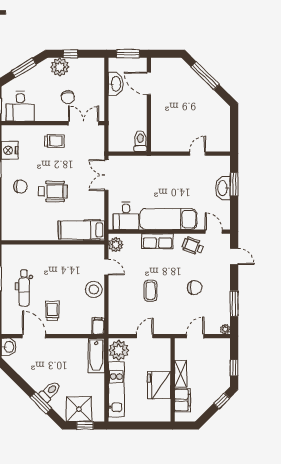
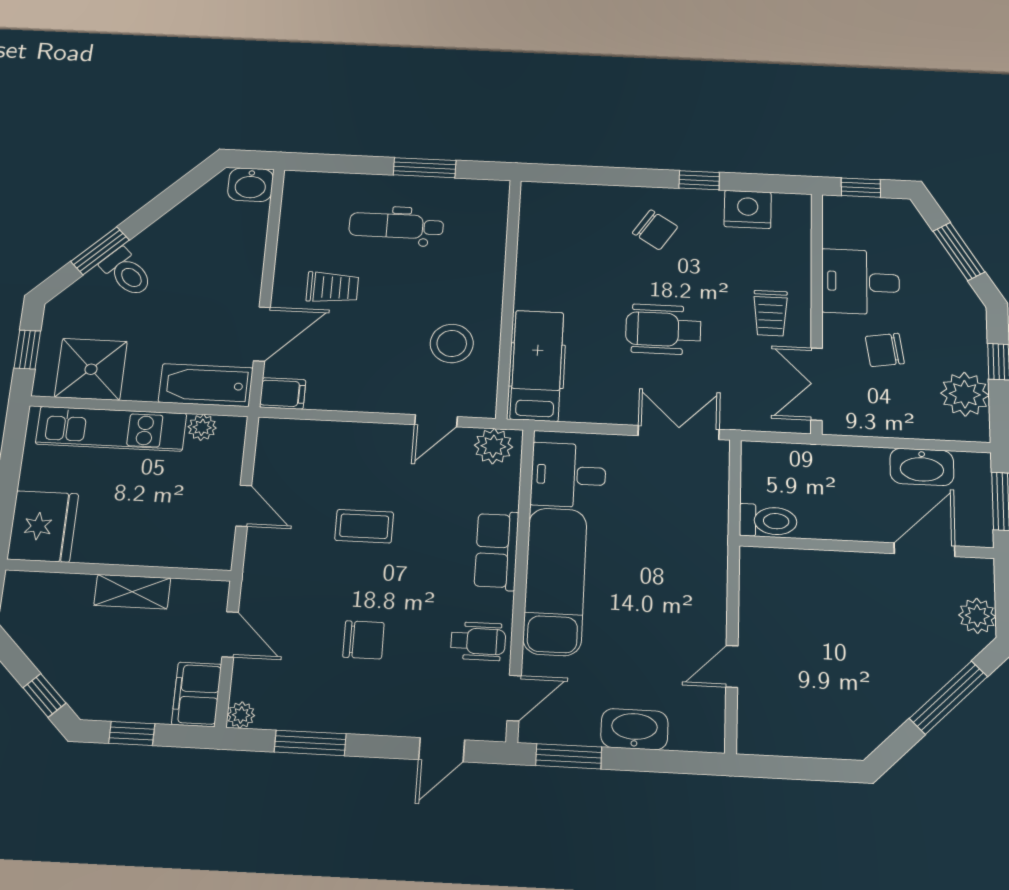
plant: (174, 65) -> (977, 616), added
plant: (60, 67) -> (965, 394), moved
desk: (20, 106) -> (860, 282), moved
double door: (84, 123) -> (817, 384), swing flipped
door: (198, 154) -> (732, 666), swing flipped
window: (234, 184) -> (569, 756), moved
chair: (20, 187) -> (655, 230), turned -57
wheelchair: (53, 191) -> (663, 329), moved, turned 90
wheelchair: (193, 246) -> (478, 641), turned 69
chair: (195, 288) -> (363, 640), turned -90
stool: (94, 289) -> (452, 343), moved
door: (34, 336) -> (262, 334), moved
plant: (119, 350) -> (202, 427), width x0.53, depth x0.53
fridge: (159, 385) -> (43, 526), moved, turned 90
filing cabinet: (182, 400) -> (197, 694), moved, turned 90
shower: (79, 409) -> (91, 369), moved

